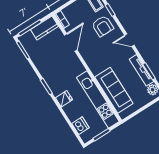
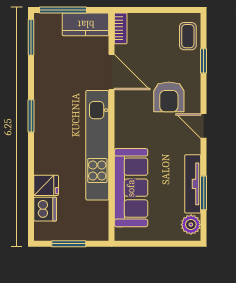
armchair: (103, 26) -> (169, 97), moved
door: (71, 42) -> (112, 72), hinge flipped
fridge: (64, 99) -> (46, 185), moved
kitchen unit: (98, 99) -> (97, 145), moved

